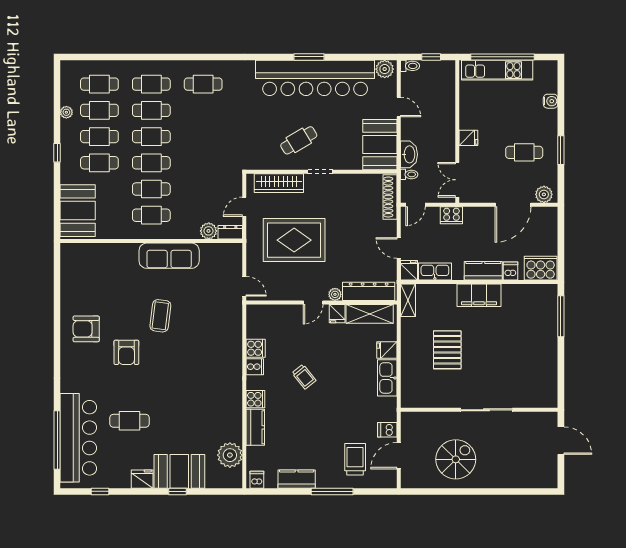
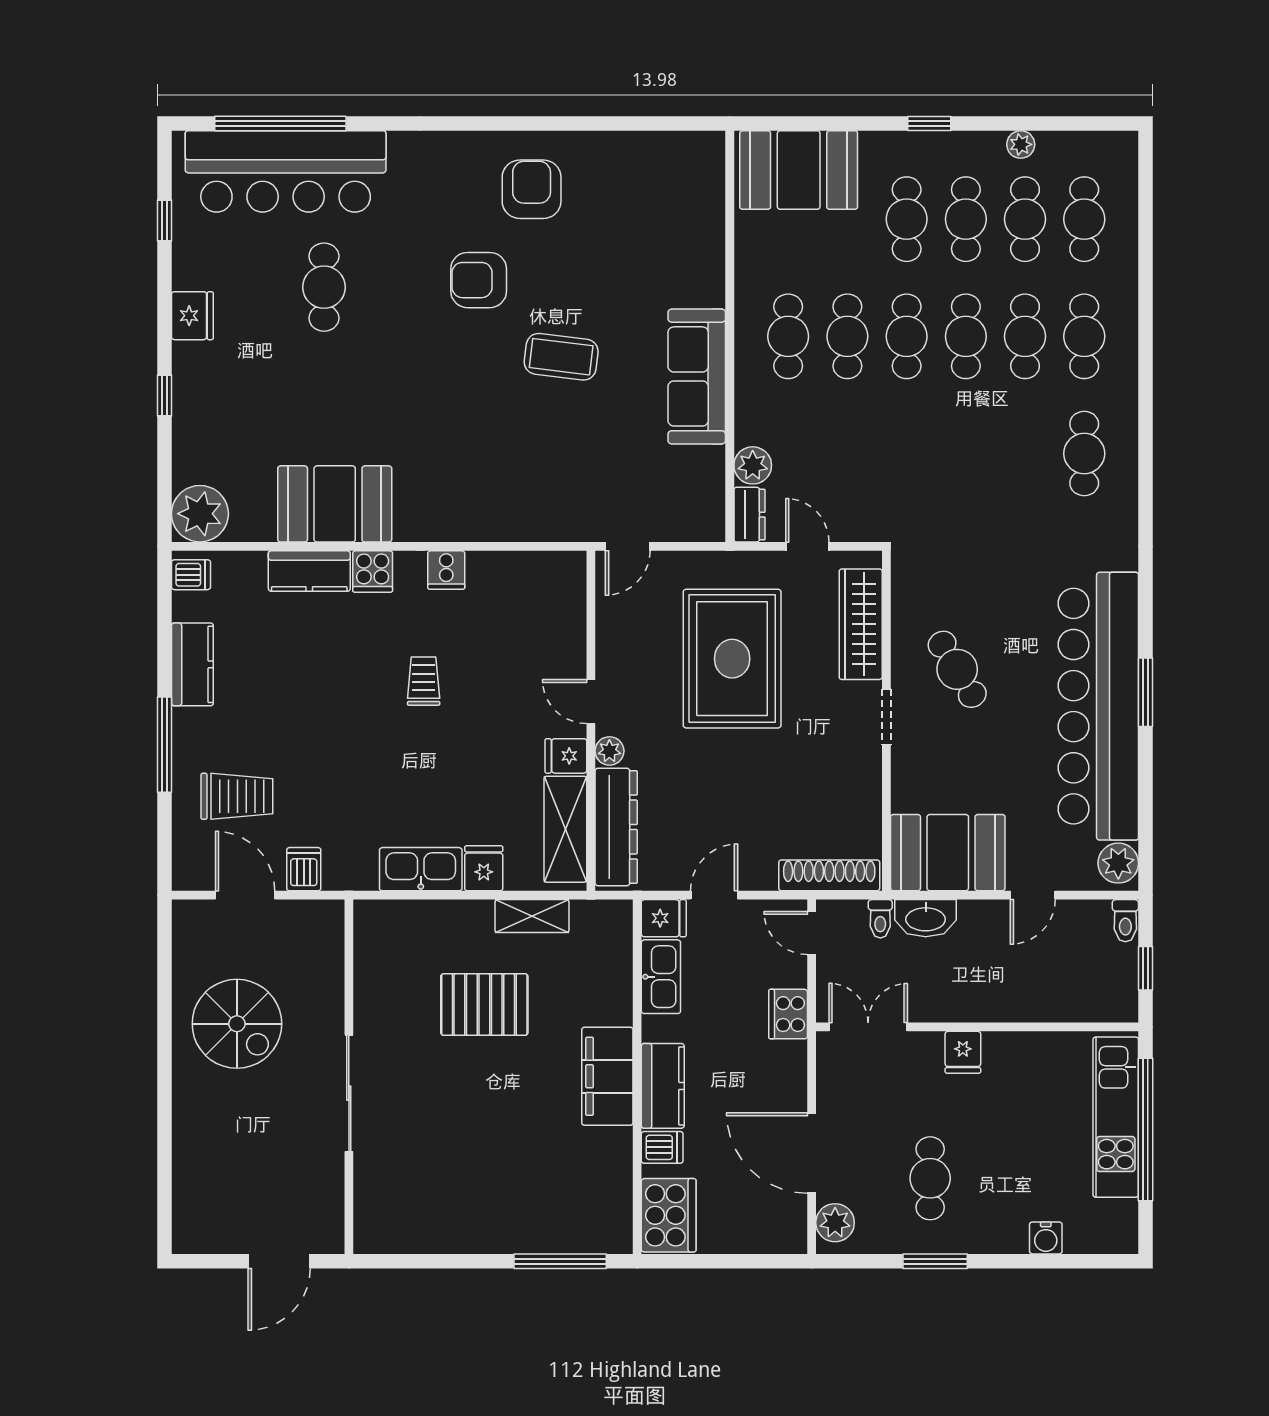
shelving: (408, 300) -> (532, 916), moved
cooker: (256, 348) -> (488, 572), removed
trolley: (304, 377) -> (424, 681), turned 129
plant: (230, 455) -> (200, 514), moved
booth: (179, 471) -> (335, 504), moved, turned 90

